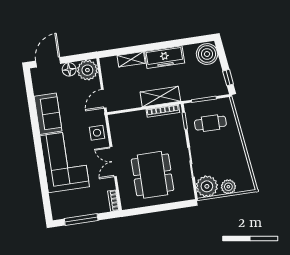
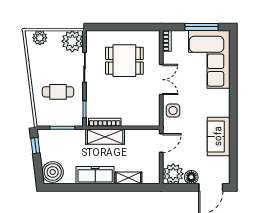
cafe table: (210, 123) -> (58, 92), moved
corner sofa: (65, 161) -> (209, 59), moved
dining table: (152, 175) -> (124, 61), width x0.73
plant: (228, 187) -> (40, 38), moved

